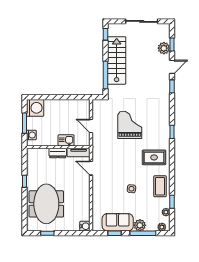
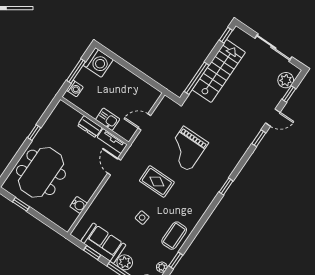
plant: (164, 48) -> (286, 80), moved
grand piano: (130, 125) -> (186, 149), turned 180
door: (91, 126) -> (144, 122), hinge flipped
rug: (154, 157) -> (157, 181), moved
water cooler: (85, 226) -> (79, 205), moved

